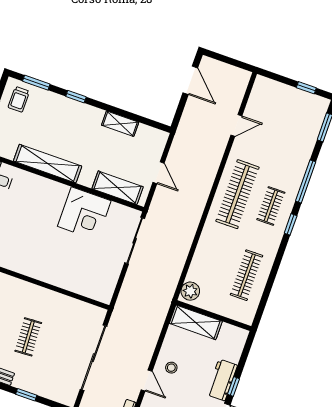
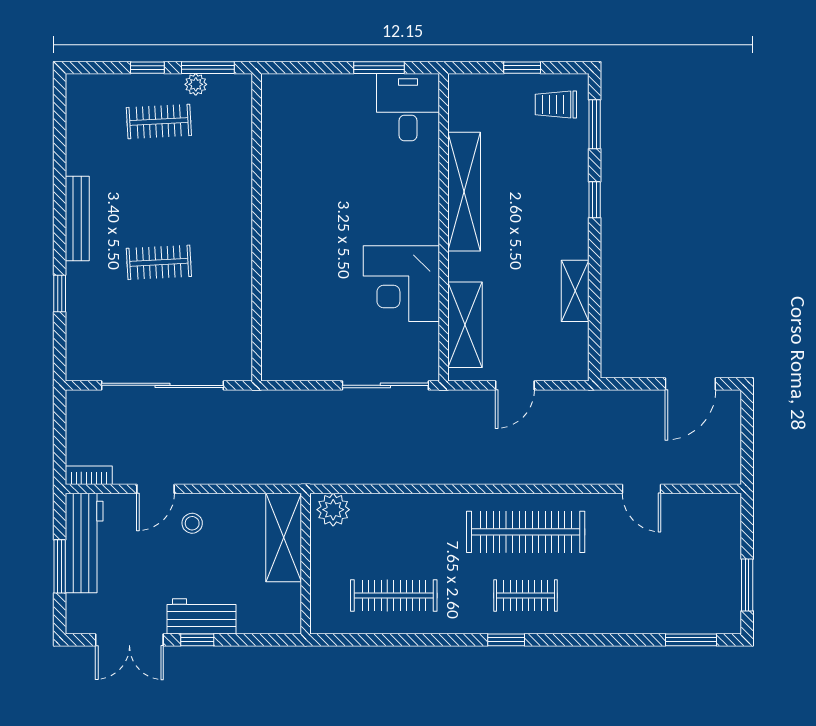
window: (306, 88) -> (747, 585), width x1.50
window: (306, 181) -> (588, 640), removed

